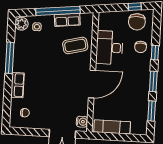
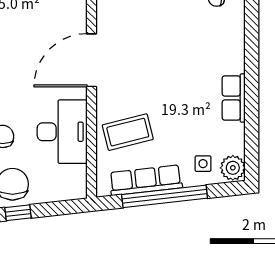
row of seats: (67, 20) -> (146, 180), width x1.48
window: (10, 58) -> (252, 101), removed
row of seats: (17, 85) -> (234, 98), moved

